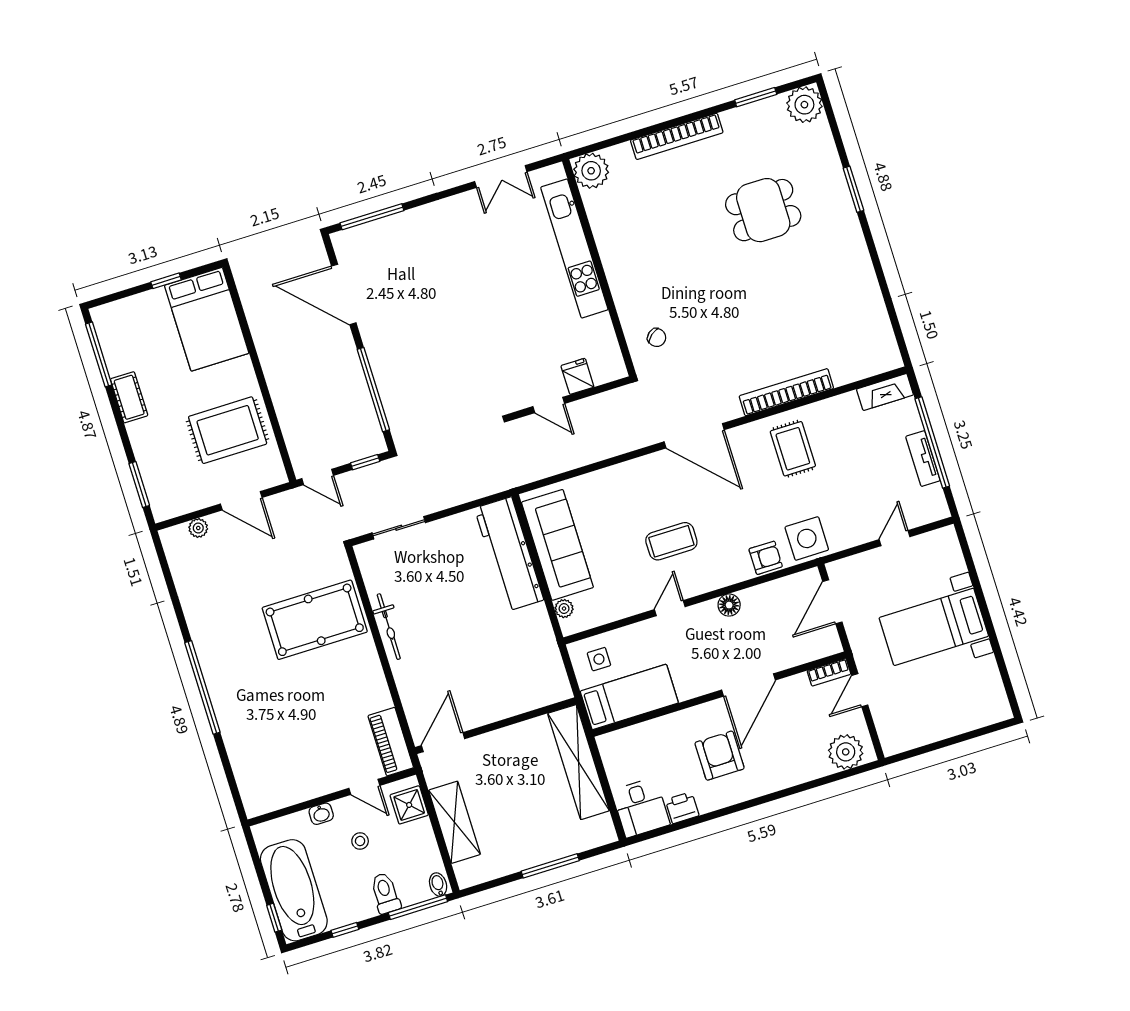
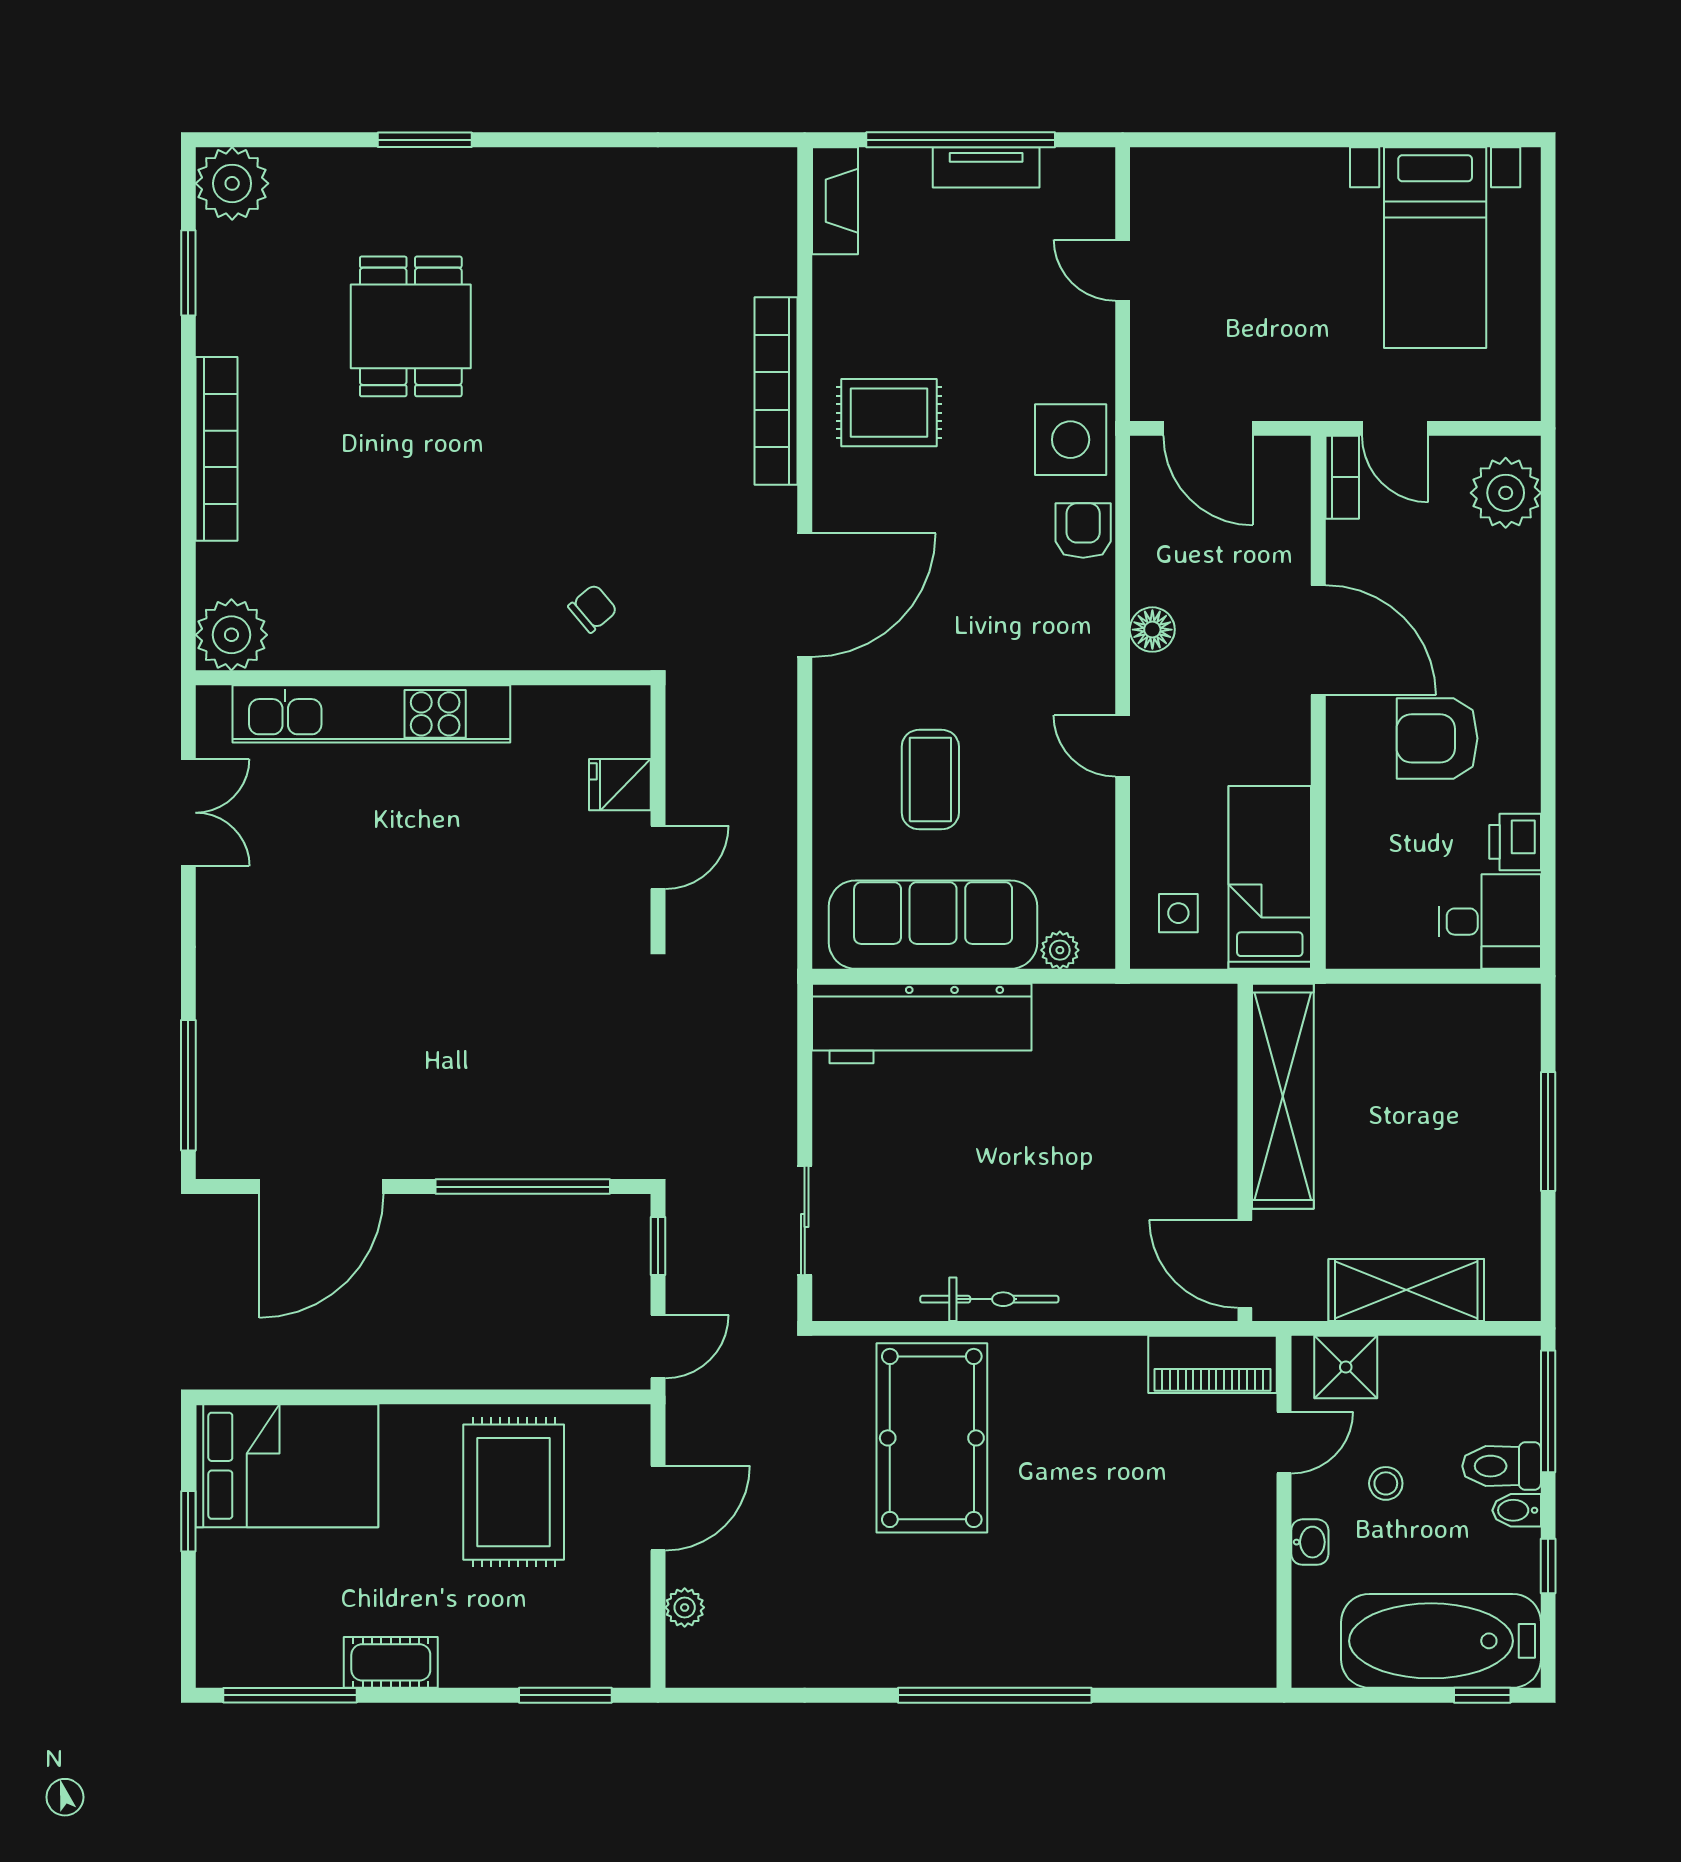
coffee table: (671, 541) -> (930, 780), moved
bed with nightstands: (934, 627) -> (1435, 248), moved
shelving: (579, 762) -> (1283, 1096), moved, turned 90
bidet: (438, 884) -> (1517, 1510), moved

